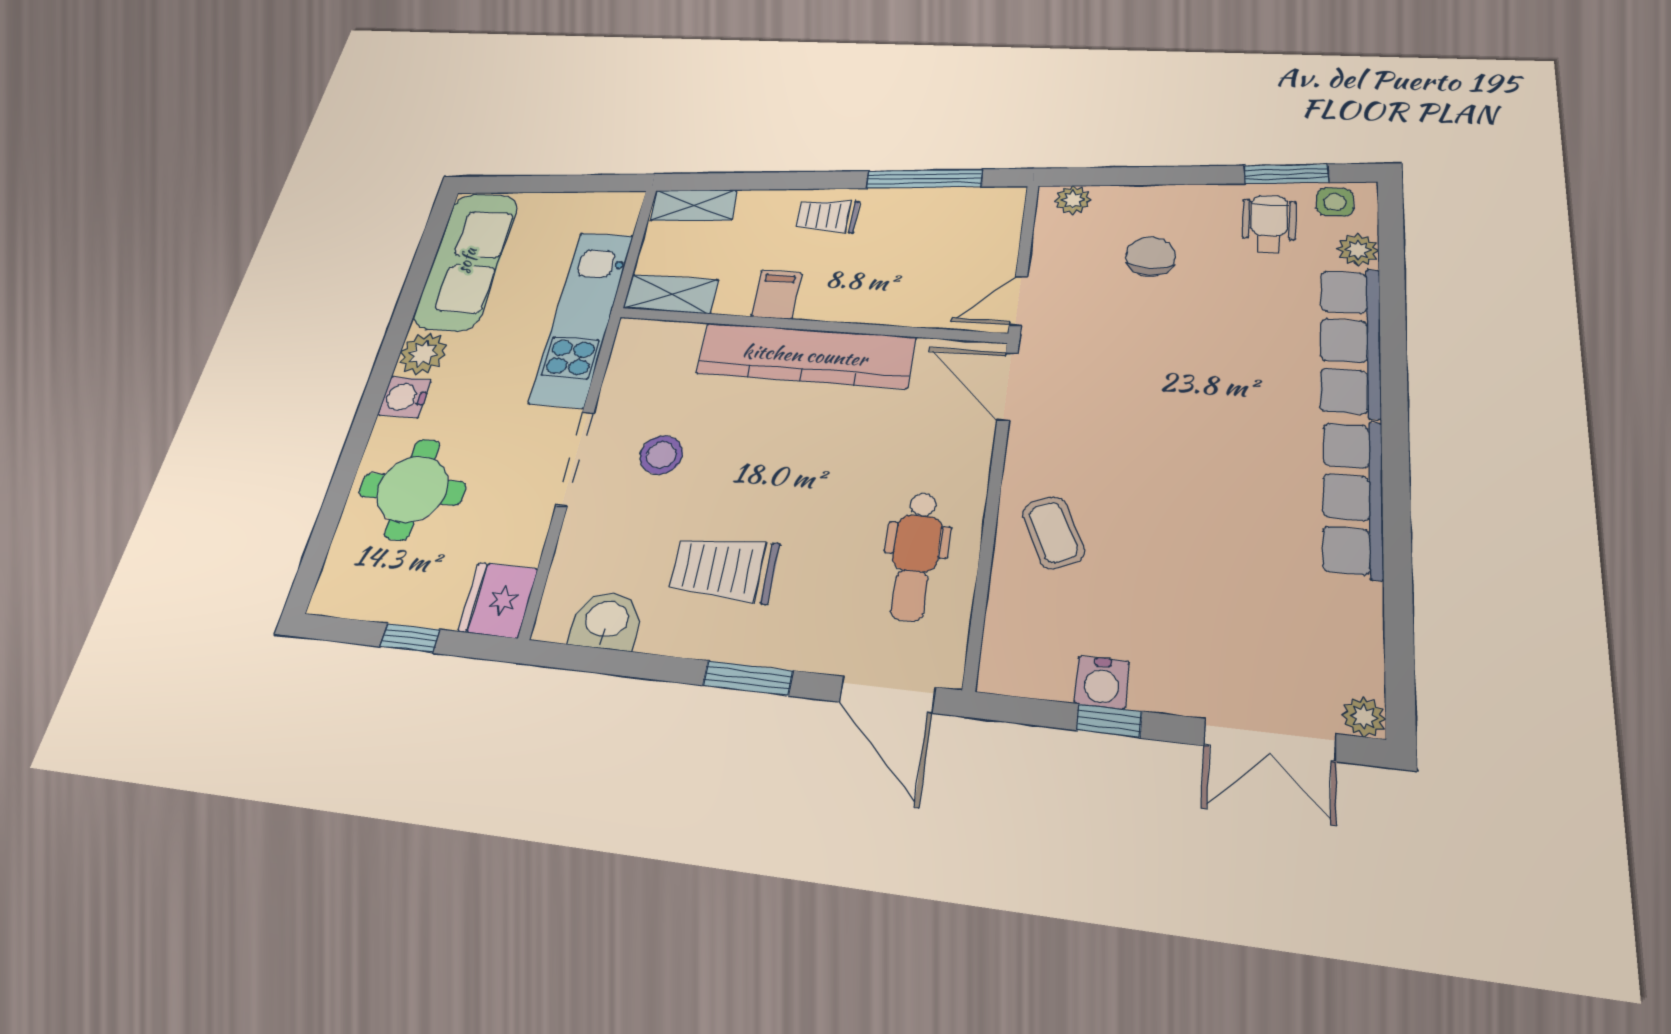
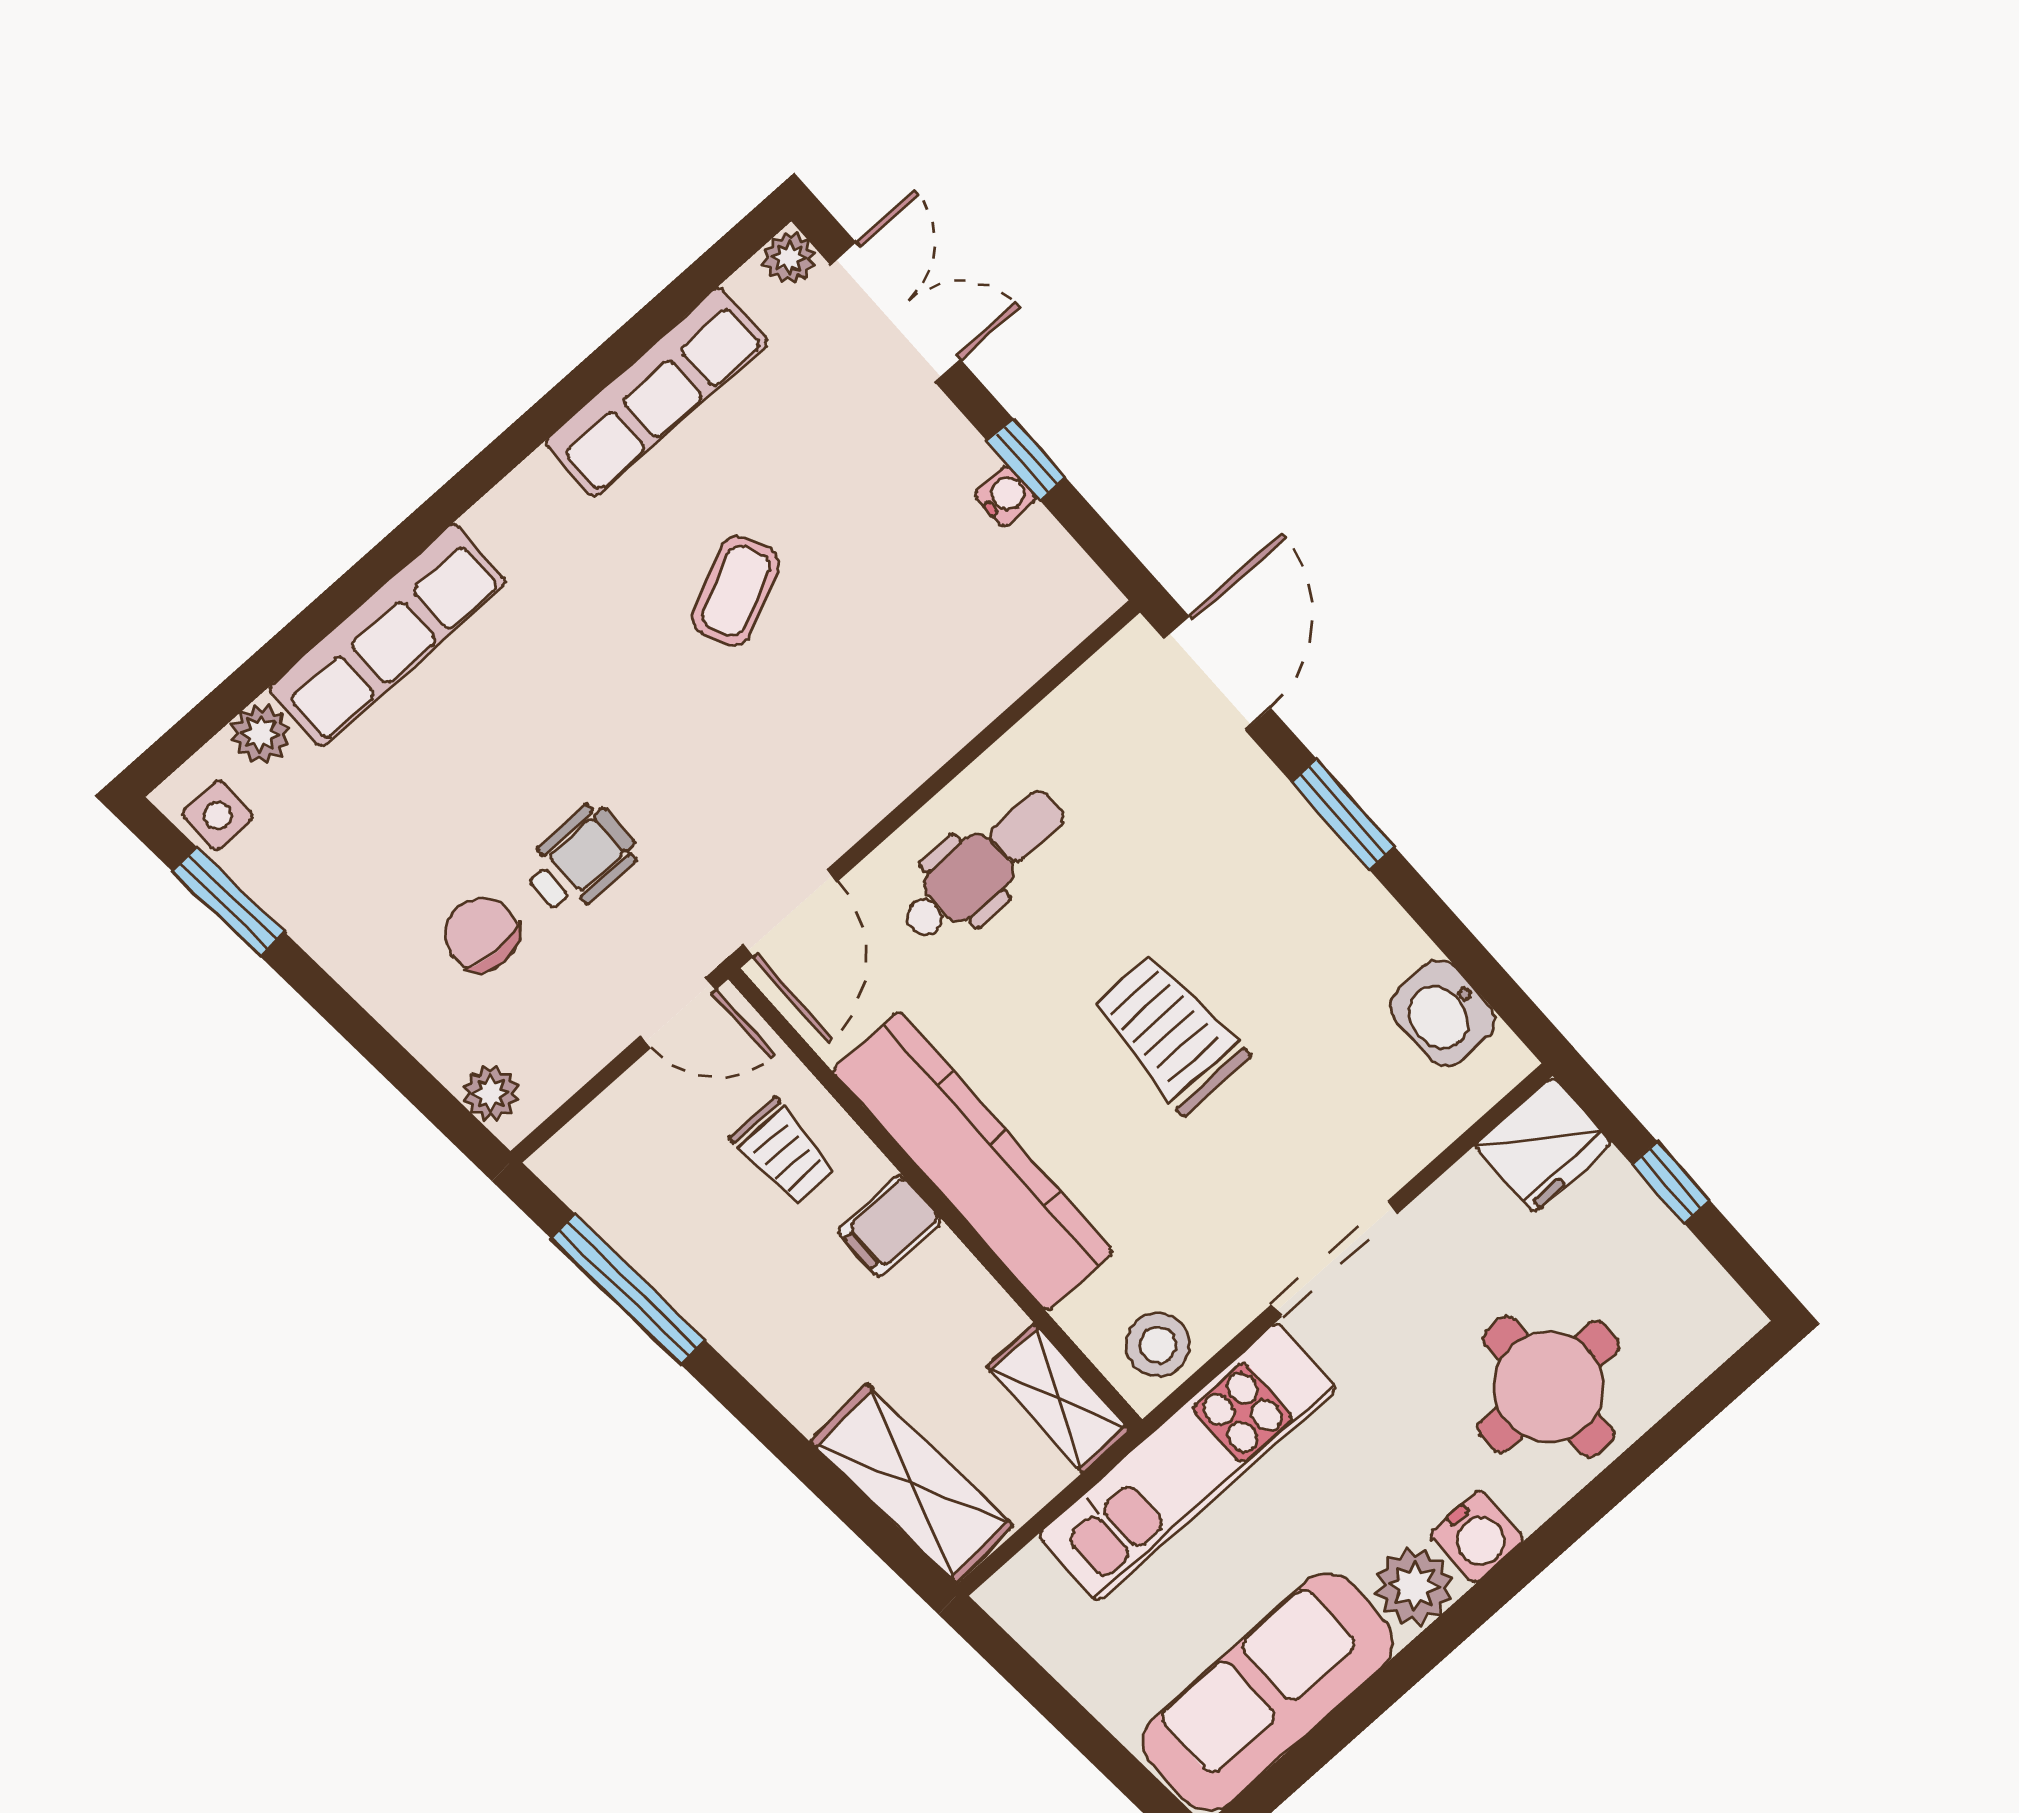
shelving: (694, 205) -> (912, 1484), width x1.50, depth x1.33
trolley: (827, 216) -> (783, 1152), moved
wheelchair: (1269, 224) -> (580, 860), moved, turned 180
chair: (1151, 256) -> (482, 935), turned 90
filing cabinet: (776, 295) -> (890, 1226), moved
stool: (661, 455) -> (1158, 1345), moved
row of seats: (1353, 498) -> (657, 392), moved
coffee table: (1053, 532) -> (736, 591), moved
dental chair: (915, 556) -> (983, 865), moved
trolley: (724, 569) -> (1170, 1033), moved, turned 180
water cooler: (1102, 682) -> (1005, 496), width x0.72, depth x0.72

